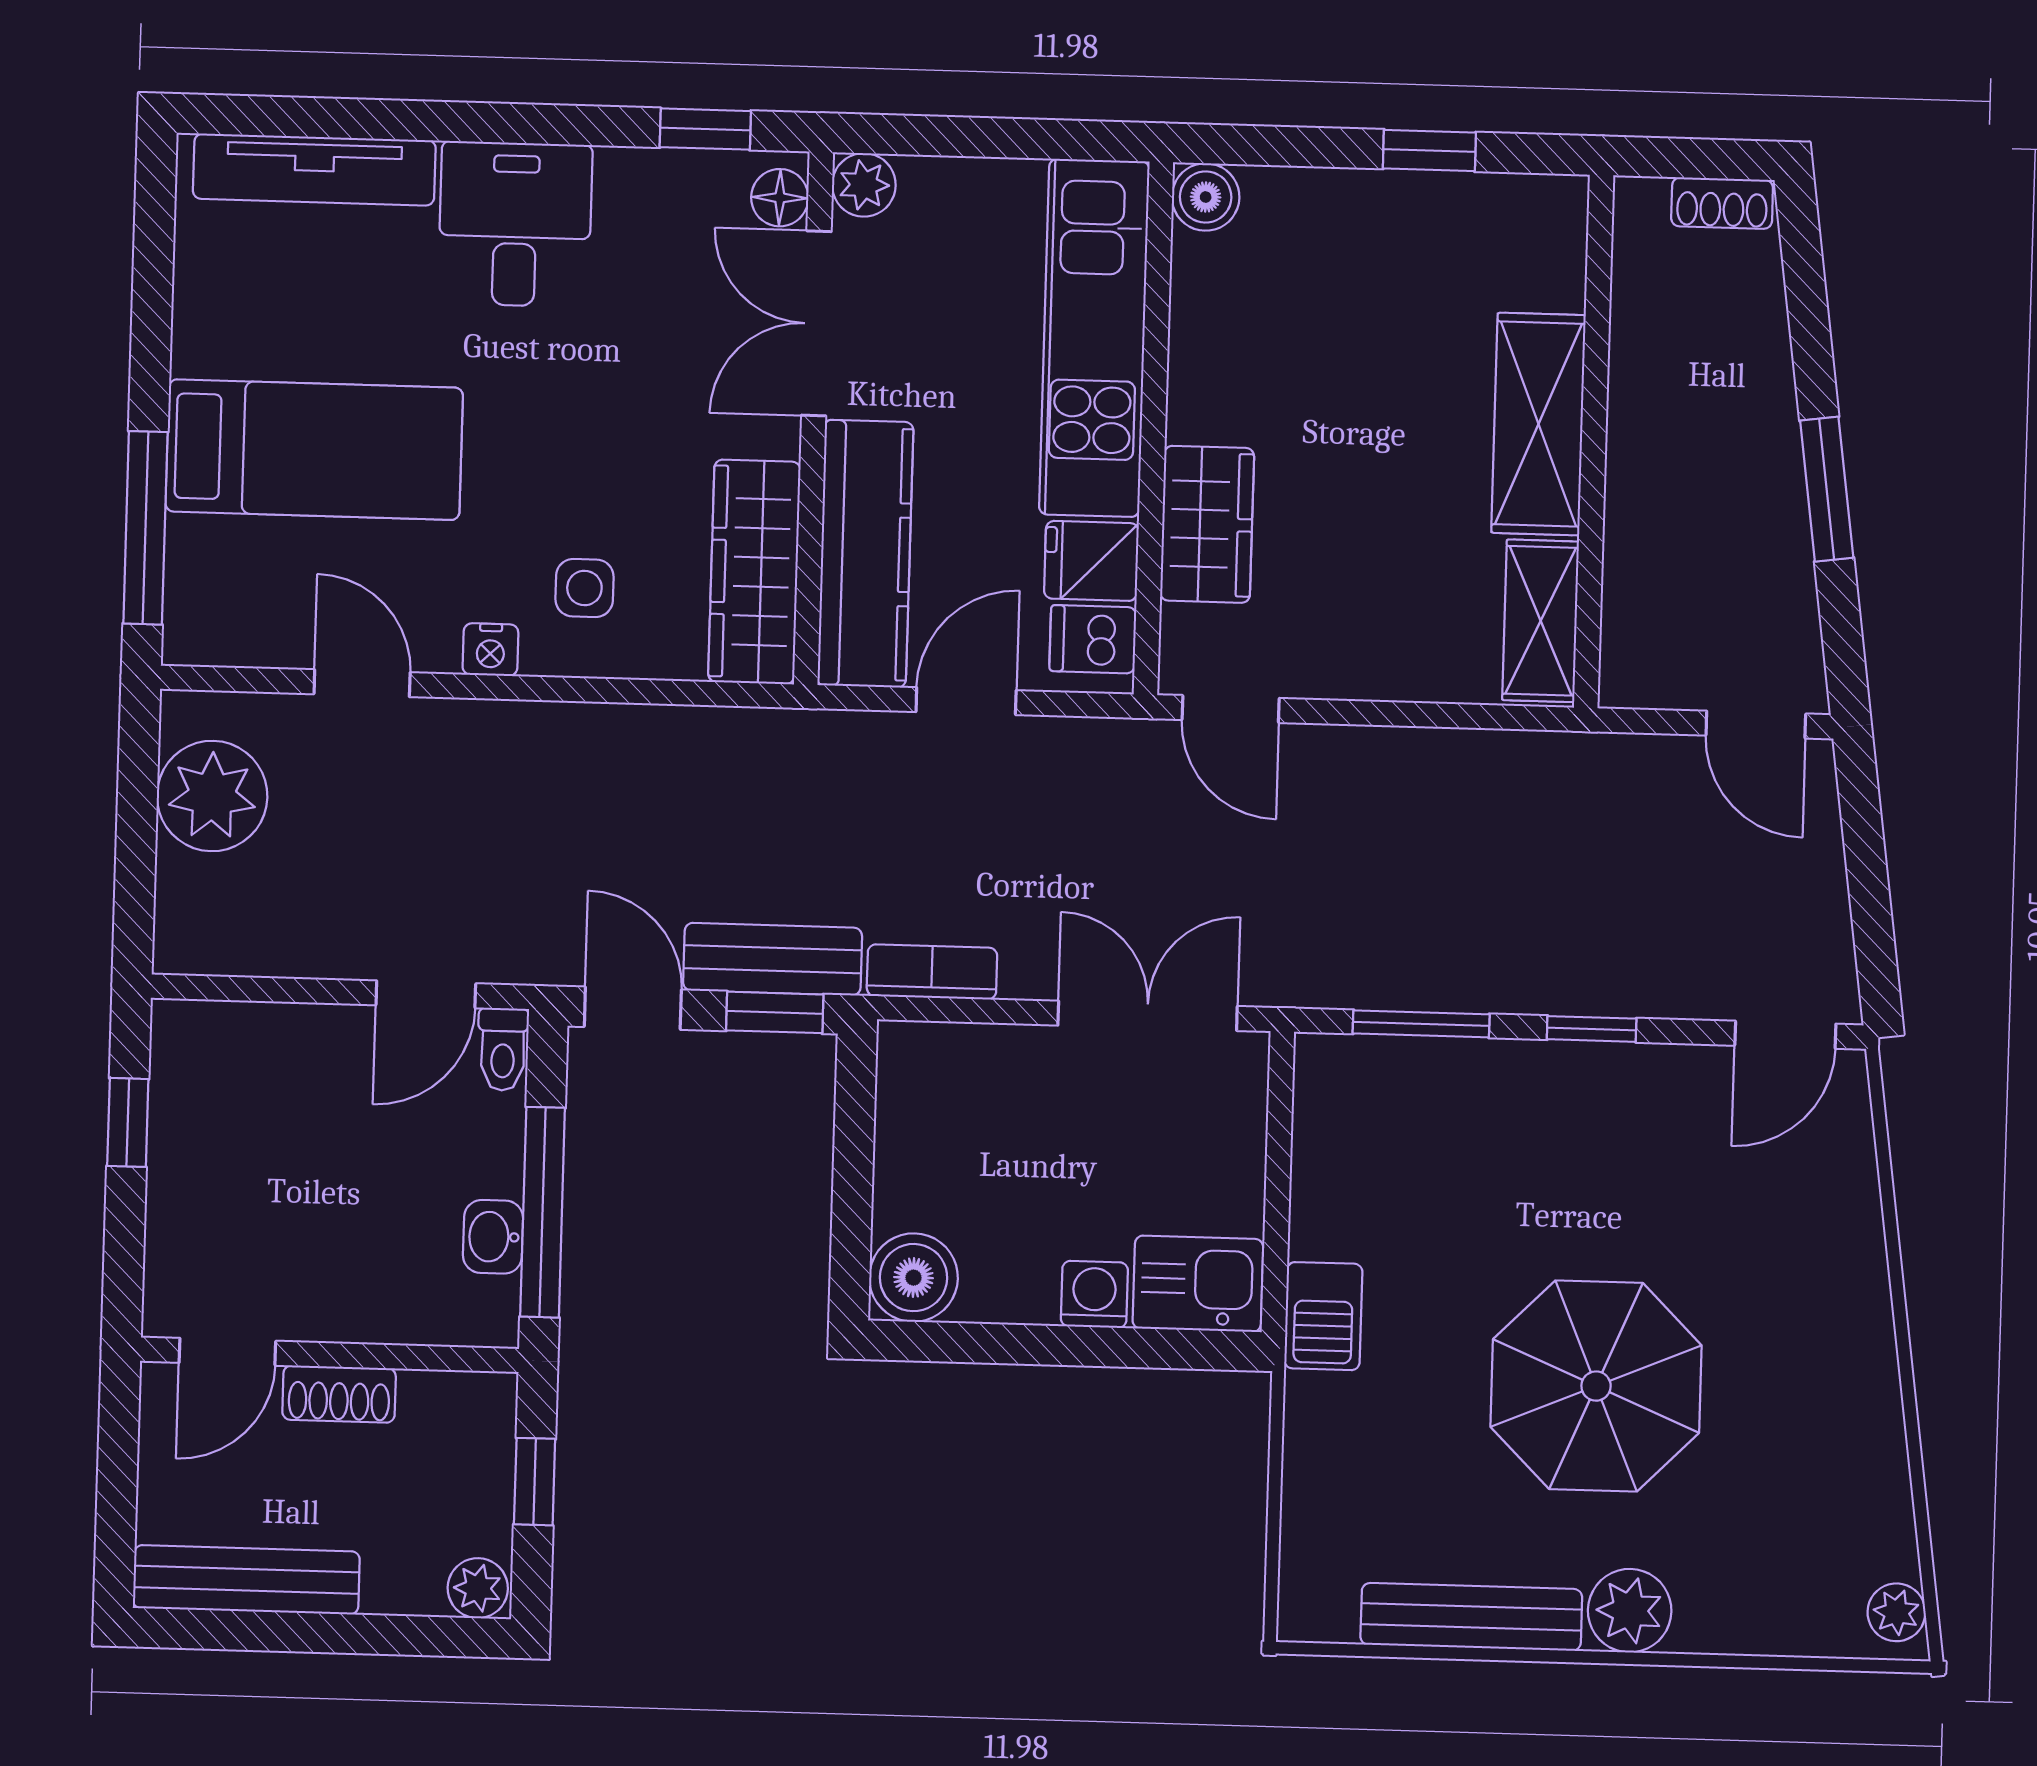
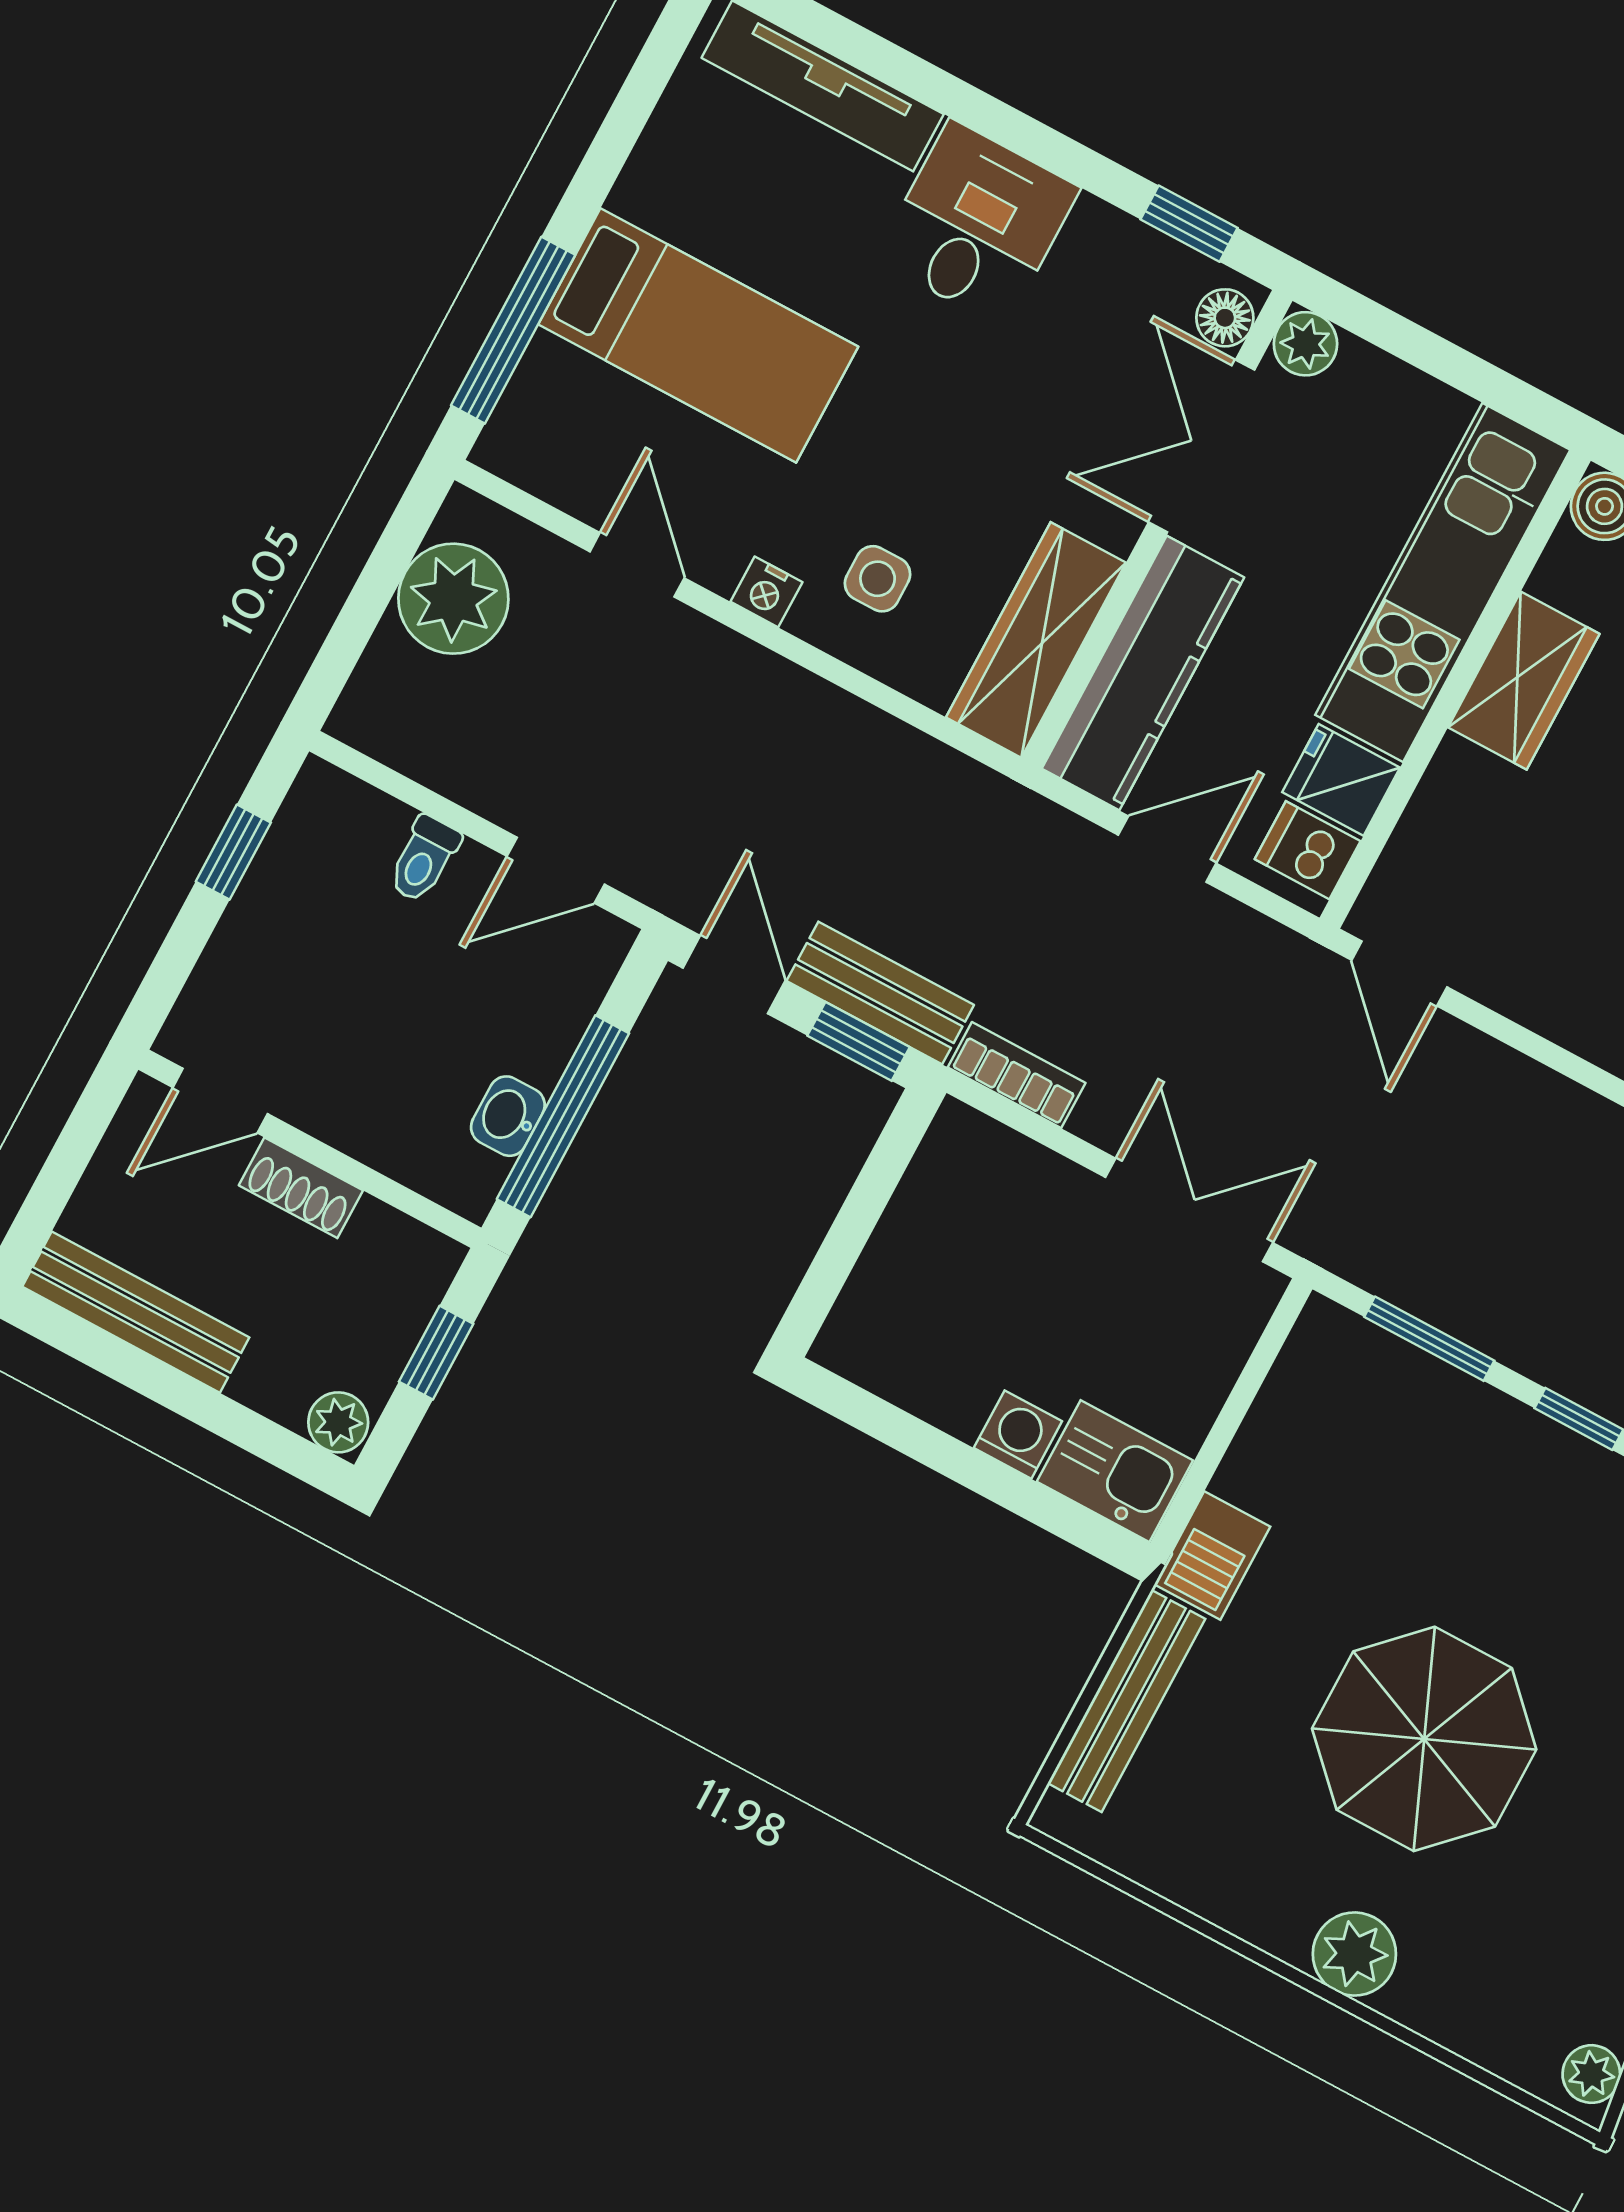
wardrobe: (1207, 524) -> (1524, 681), moved
toilet: (503, 1049) -> (424, 859), moved
boiler: (914, 1278) -> (864, 1339), removed
bench: (1471, 1617) -> (1126, 1701), moved, turned 90

